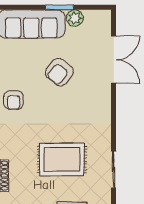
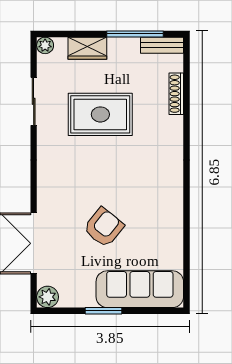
plant: (75, 18) -> (48, 297), moved
armchair: (14, 100) -> (163, 191), removed

